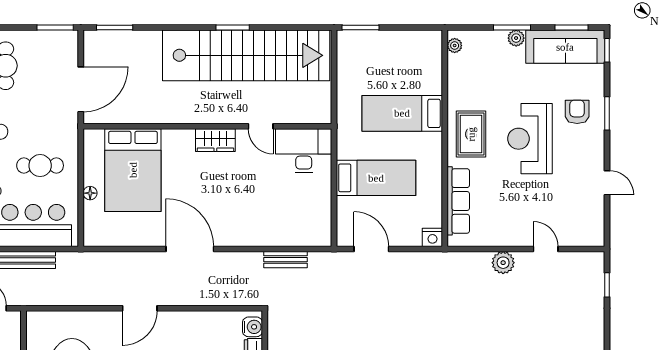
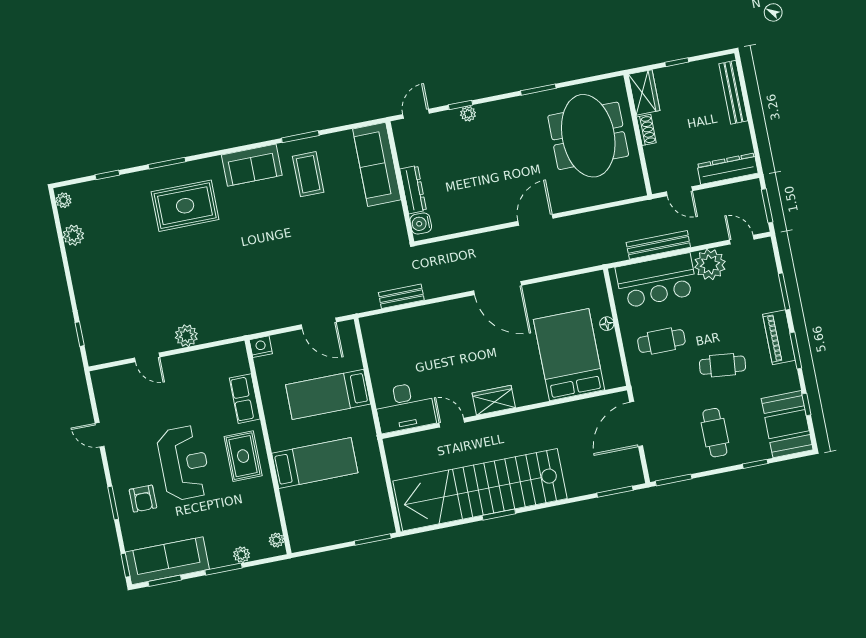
plant: (516, 38) -> (242, 555), moved
row of seats: (458, 201) -> (245, 399), width x0.68

